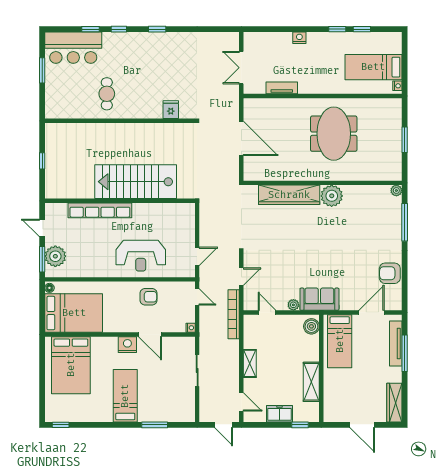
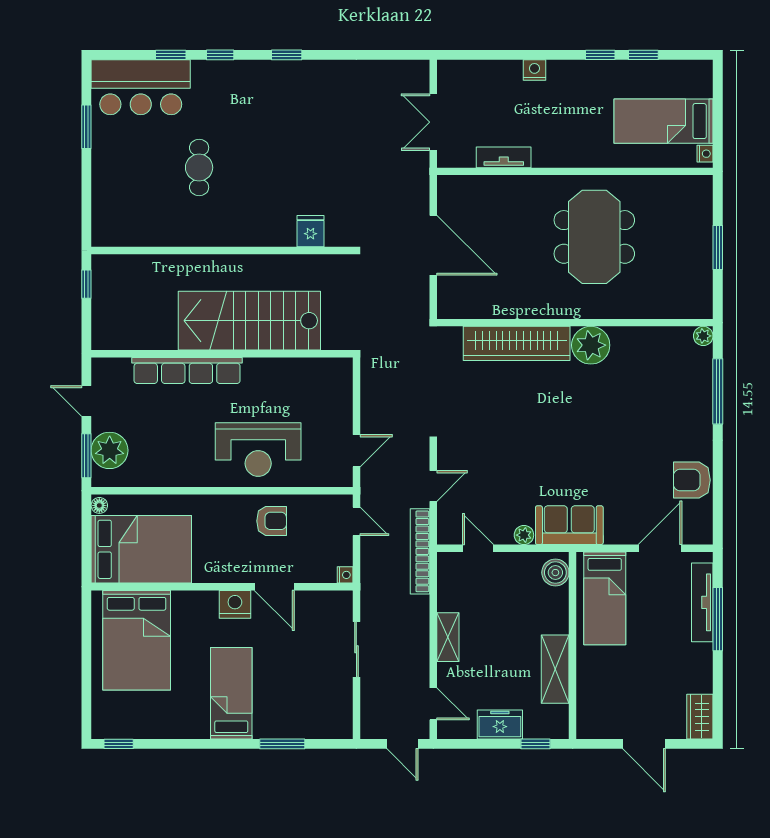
fridge: (171, 110) -> (310, 231), moved
wall: (120, 121) -> (222, 251), moved
wardrobe: (394, 403) -> (700, 717), width x0.67

